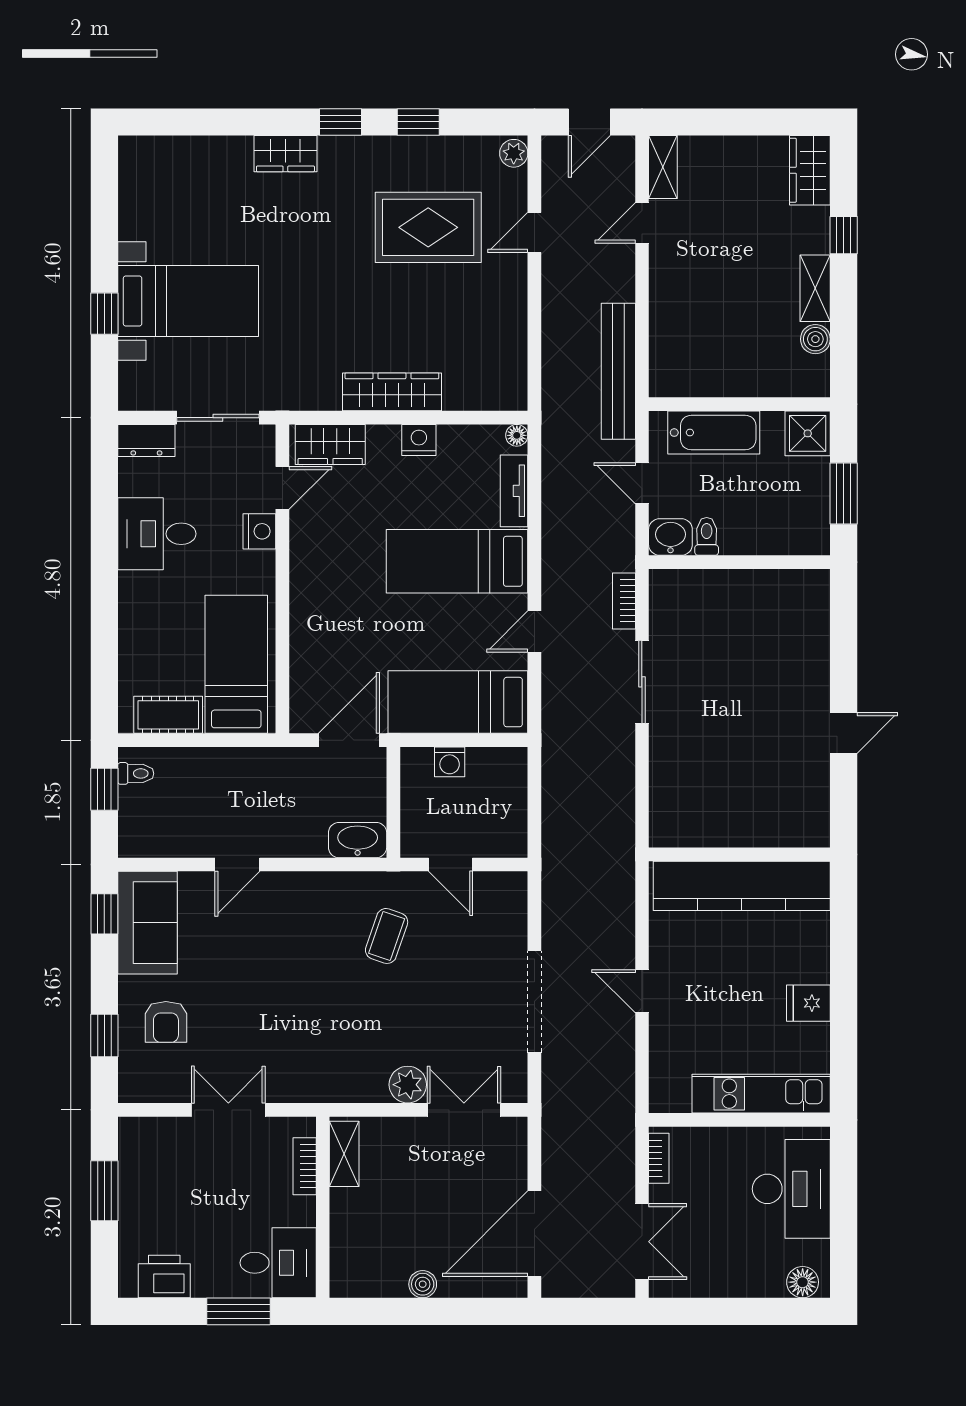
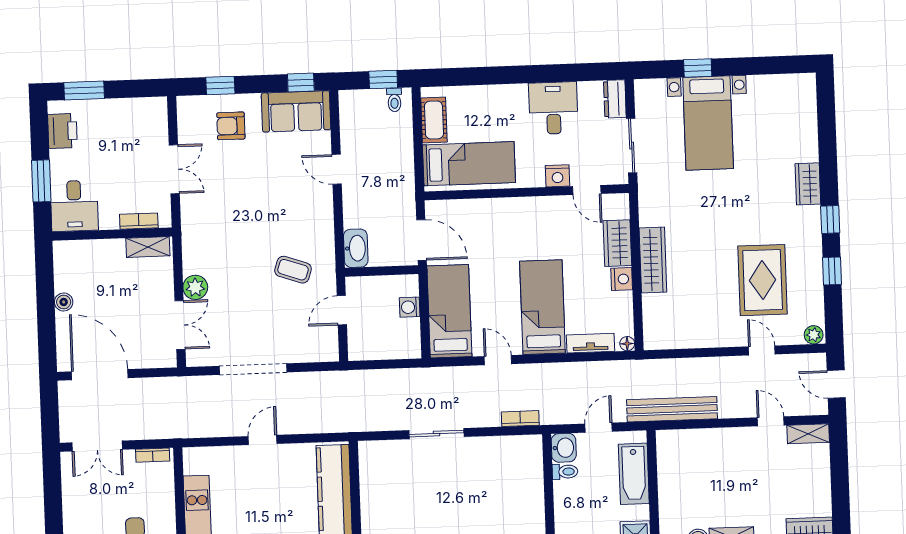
wardrobe: (330, 445) -> (617, 243), moved
sliding door: (642, 682) -> (436, 434), moved
window: (104, 1191) -> (84, 91), moved

